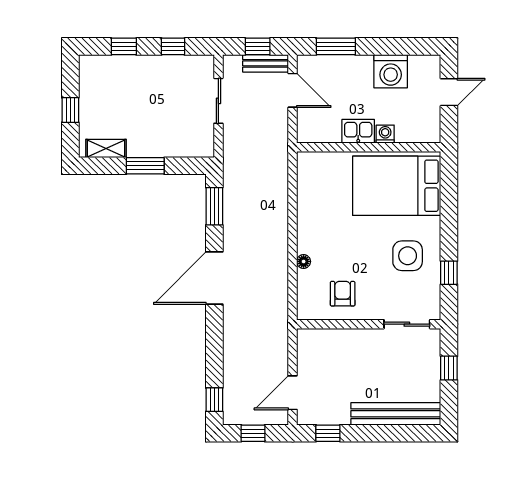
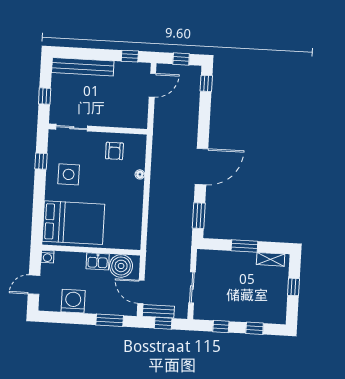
boiler: (324, 126) -> (121, 266), added
washing machine: (385, 134) -> (47, 257), moved

